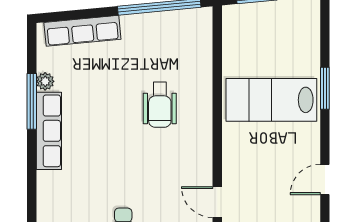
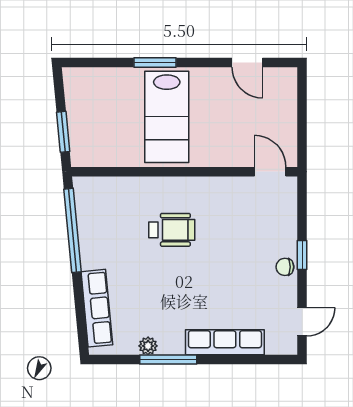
row of seats: (49, 131) -> (225, 342), moved
door: (217, 202) -> (270, 172), swing flipped

